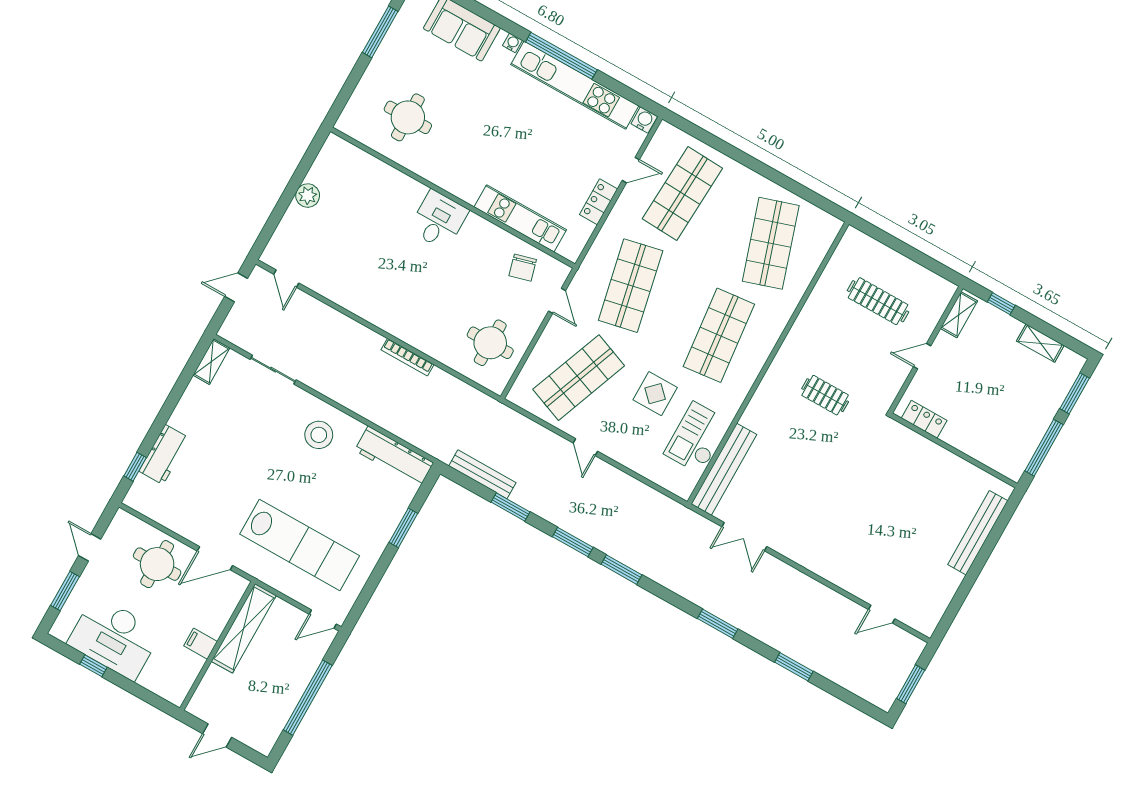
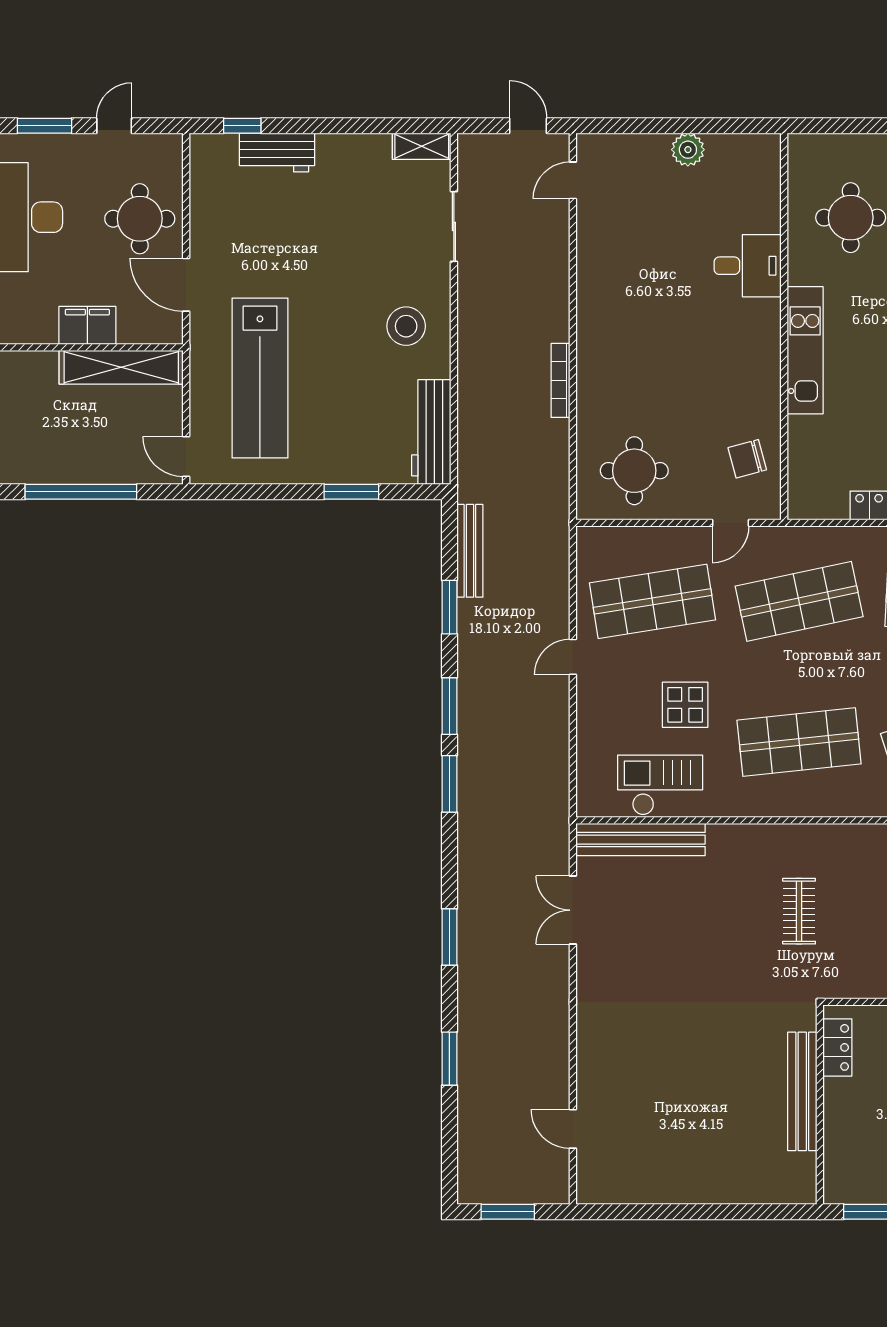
kitchen unit: (520, 218) -> (805, 350), moved
desk: (439, 220) -> (748, 266), moved
shop shelf: (579, 378) -> (653, 601), turned -30
bench: (978, 533) -> (802, 1091), moved, turned 90
filing cabinet: (201, 644) -> (87, 325), width x2.00

